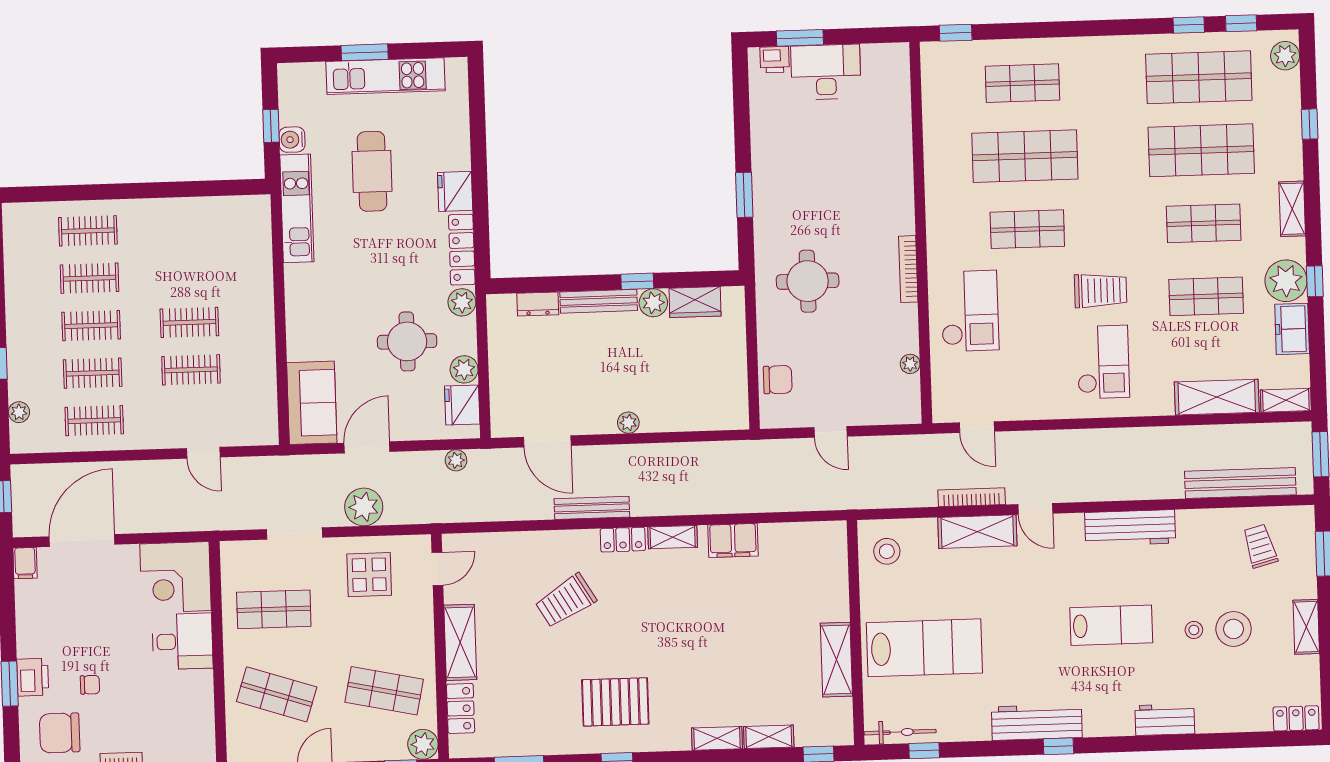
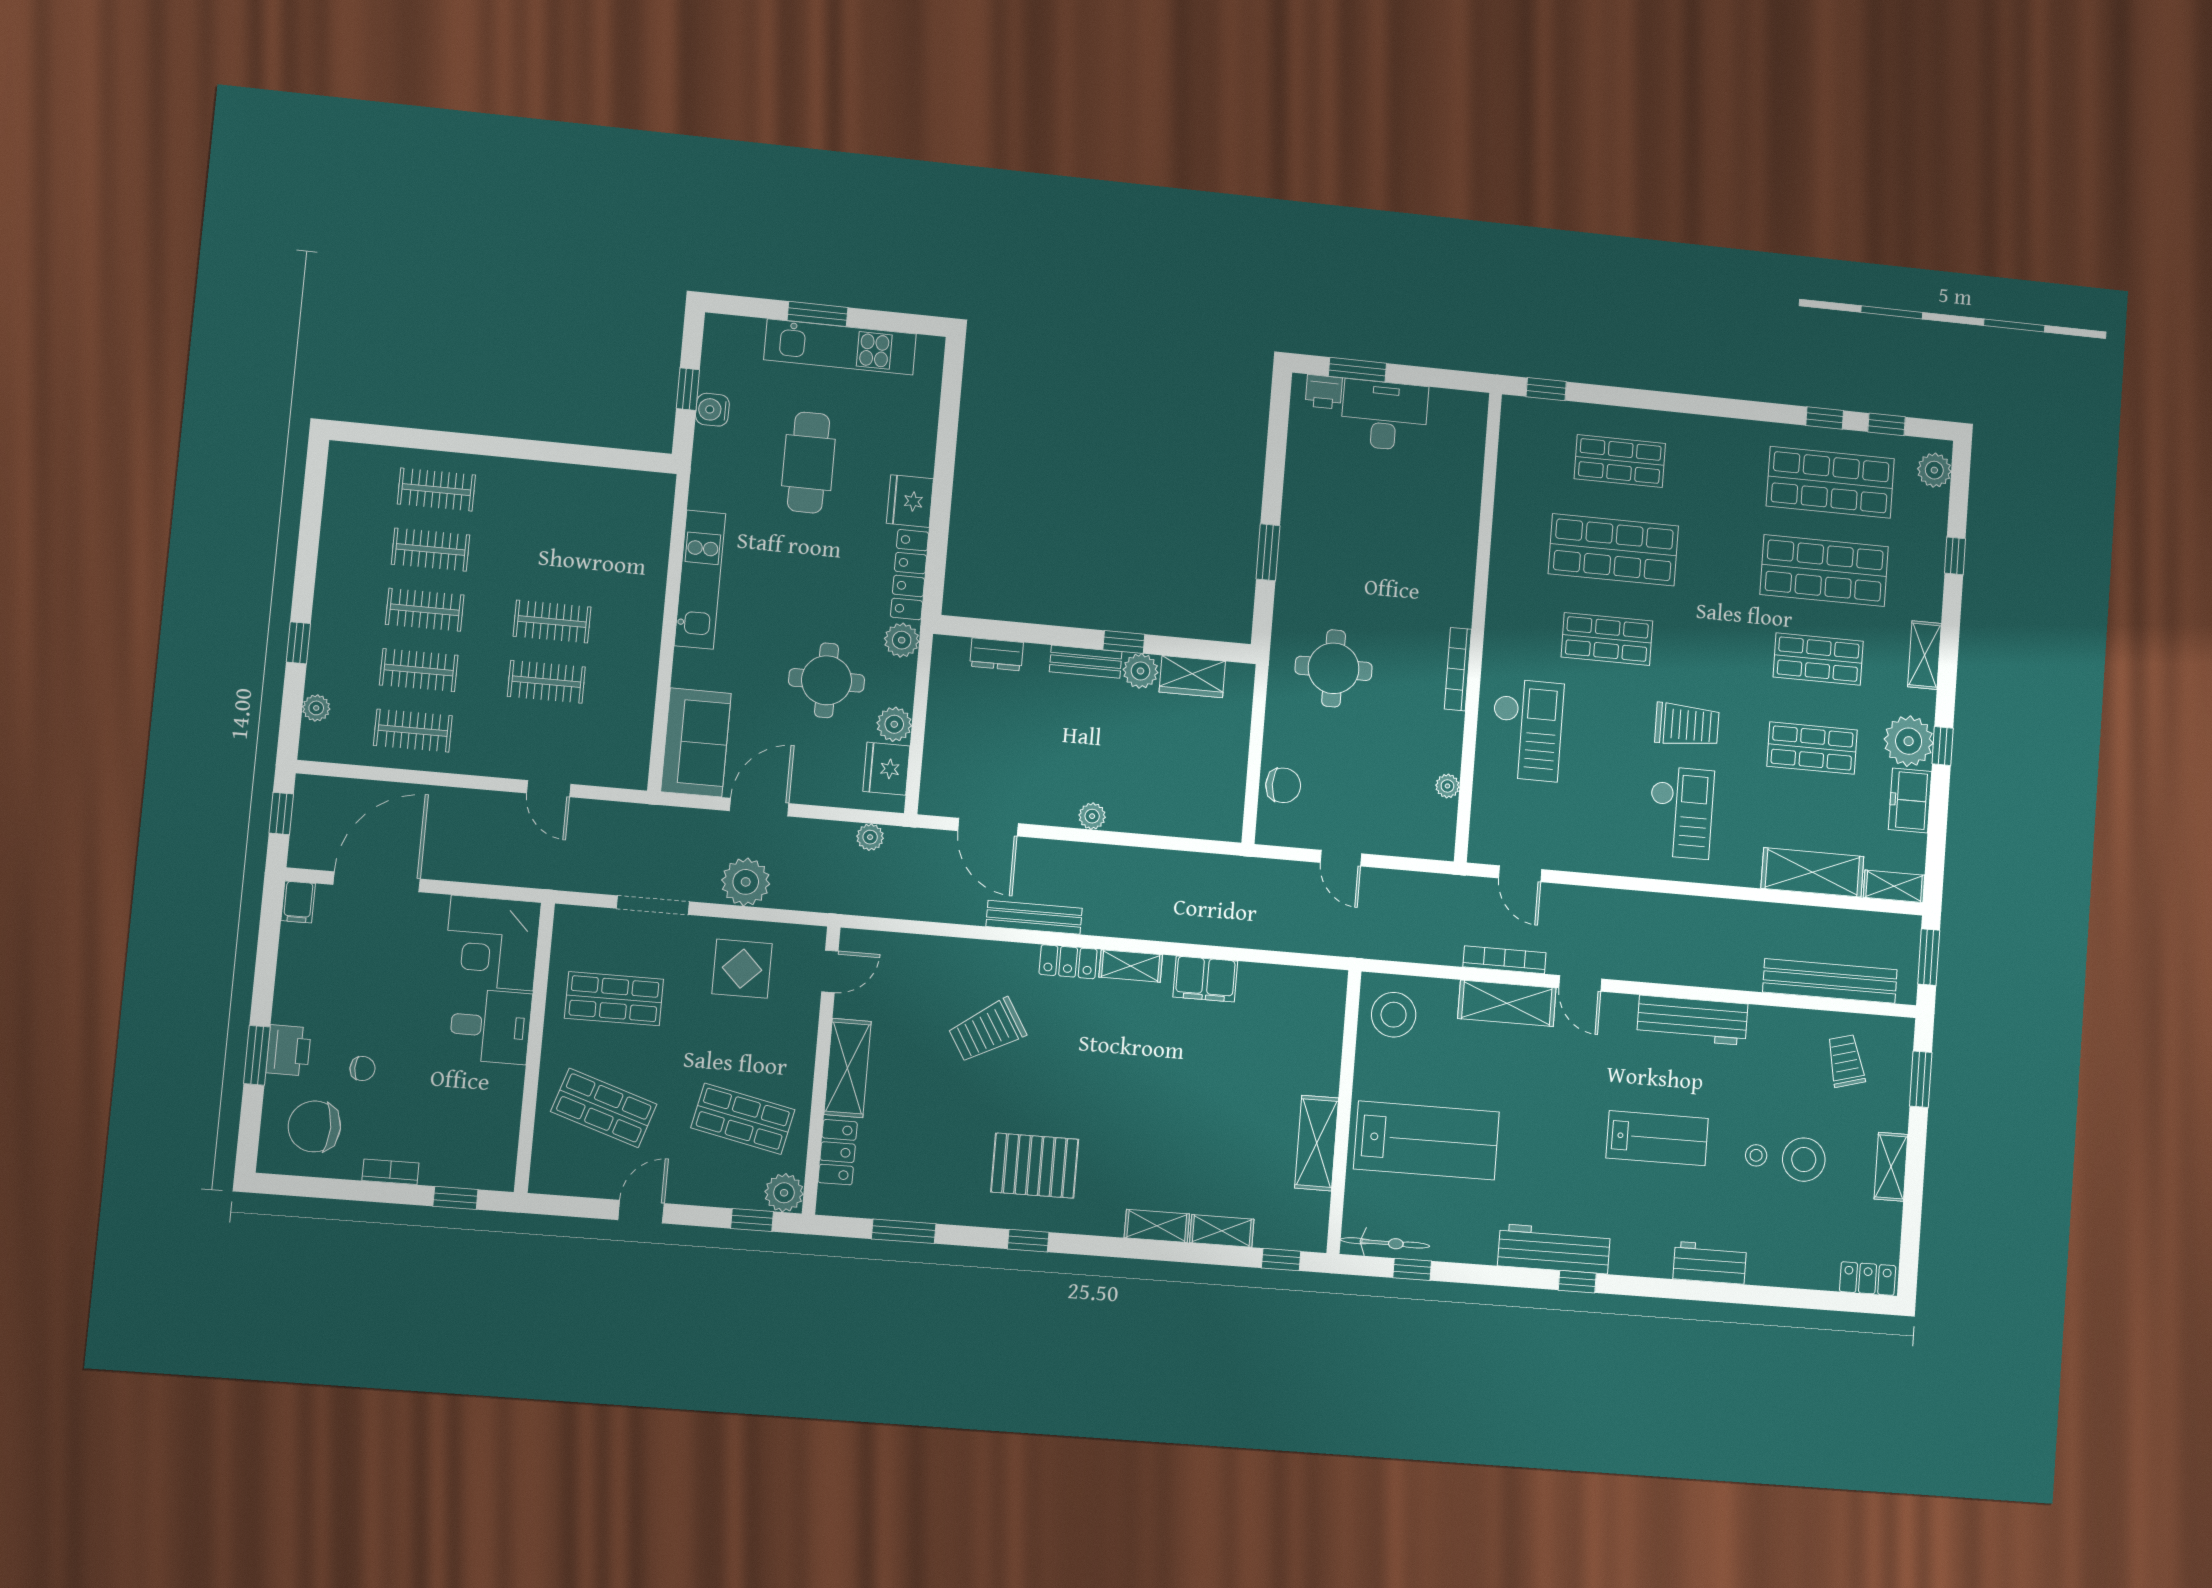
kitchen unit: (297, 208) -> (700, 580), moved
bench: (599, 301) -> (1086, 662), width x0.73
stool: (887, 551) -> (1394, 1015), width x1.38, depth x1.38

